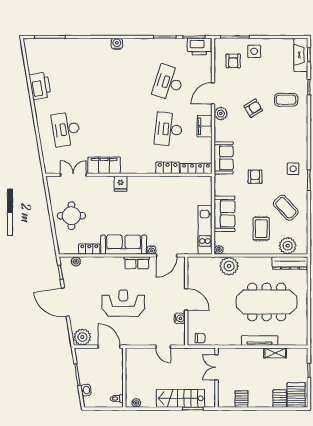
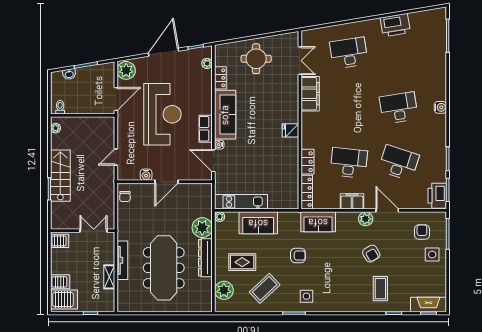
armchair: (233, 61) -> (422, 232), turned 90
desk: (117, 83) -> (399, 108), added
fridge: (121, 184) -> (291, 130), moved
dresser: (290, 263) -> (205, 258), moved
reception desk: (123, 303) -> (162, 114), width x1.36, depth x1.30
double door: (217, 367) -> (94, 231), moved
wall: (217, 378) -> (83, 231), moved

